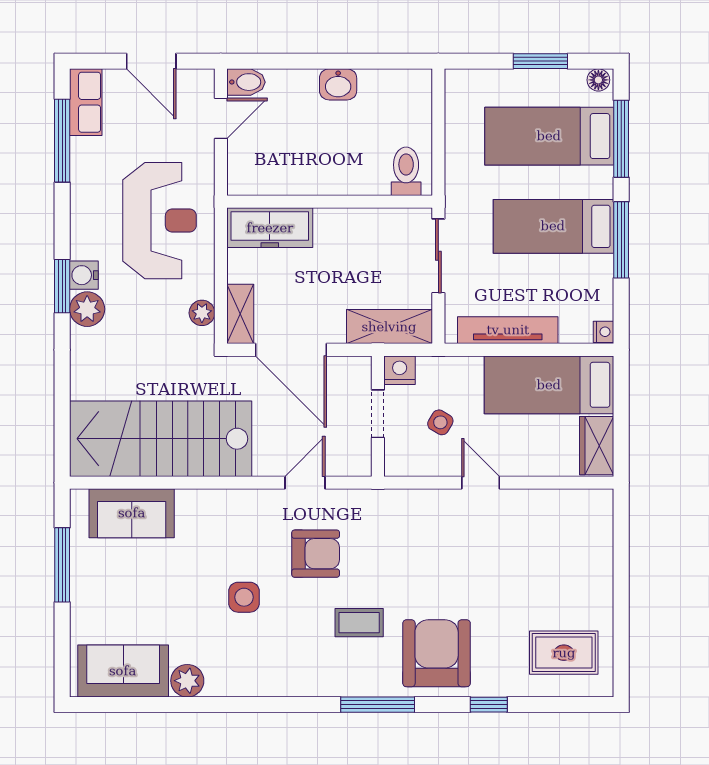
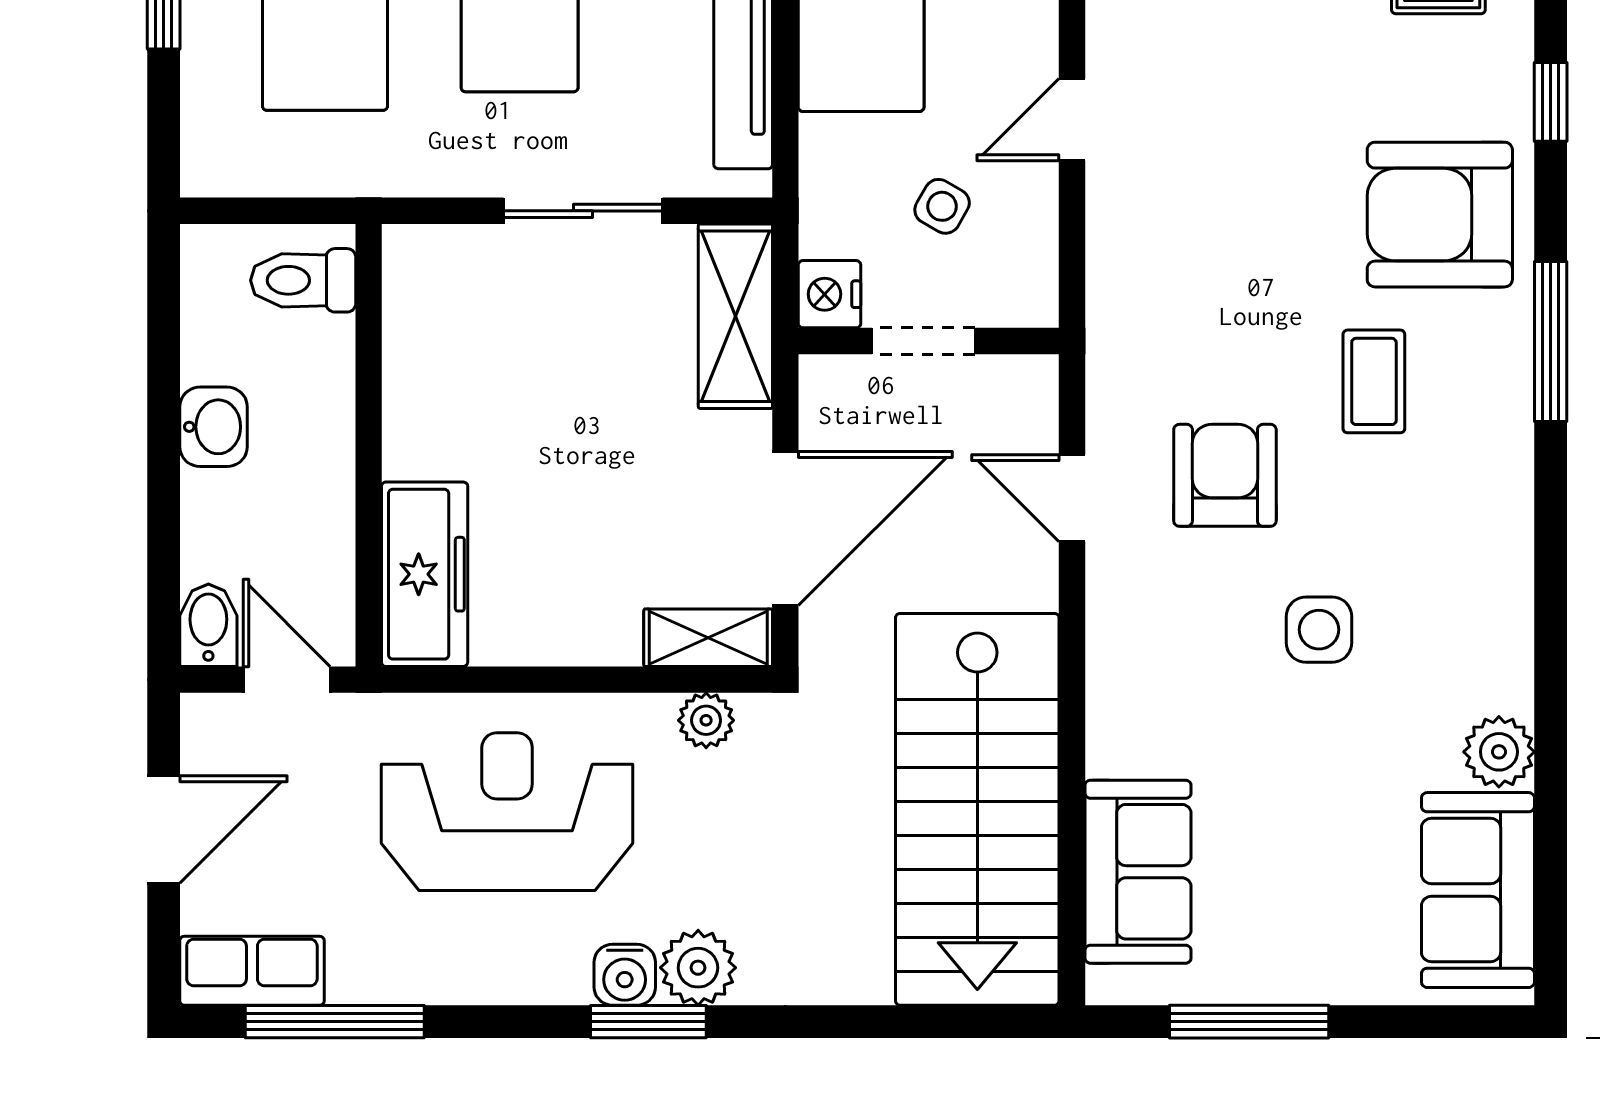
toilet: (406, 171) -> (303, 280), moved
wall: (330, 202) -> (369, 445), moved
freezer: (270, 228) -> (425, 574), moved

